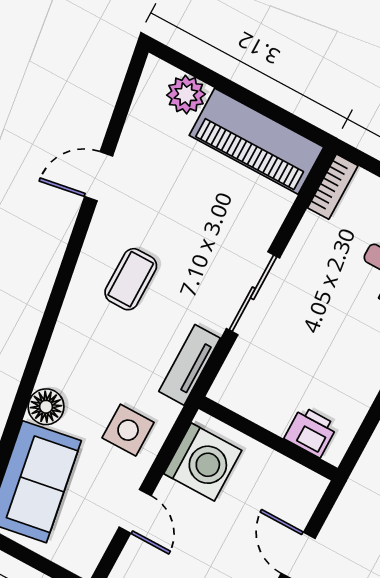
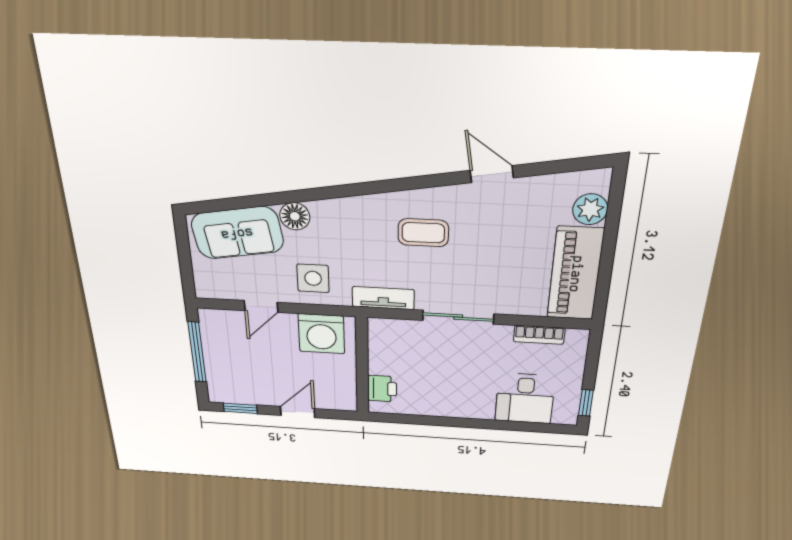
bookcase: (333, 187) -> (539, 335), moved

